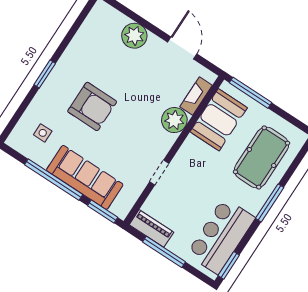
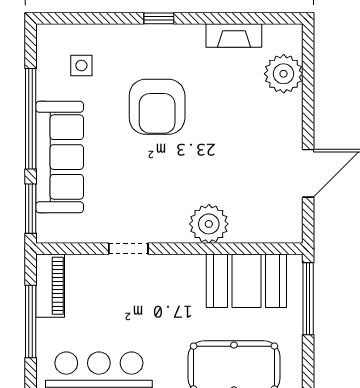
plant: (134, 36) -> (284, 74), moved
window: (45, 74) -> (159, 18), width x0.67
fireplace: (196, 96) -> (234, 35), moved, turned 180

